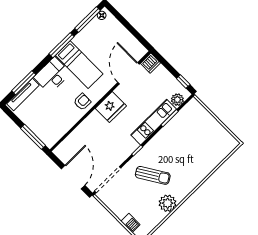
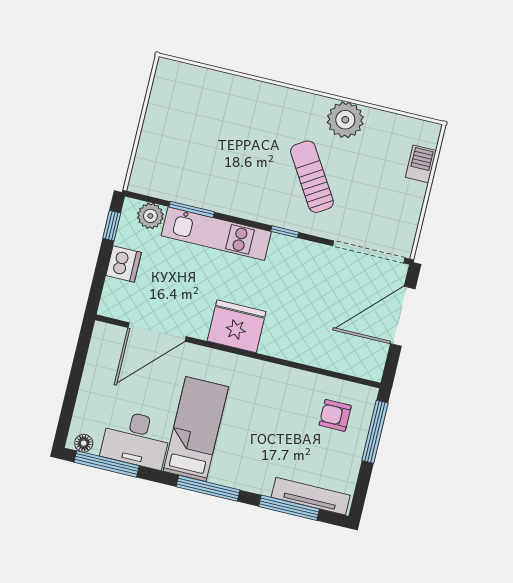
window: (62, 45) -> (208, 488), moved
dishwasher: (150, 63) -> (124, 264), moved, turned 90
desk: (52, 75) -> (136, 439), moved
armchair: (82, 102) -> (335, 415), moved

